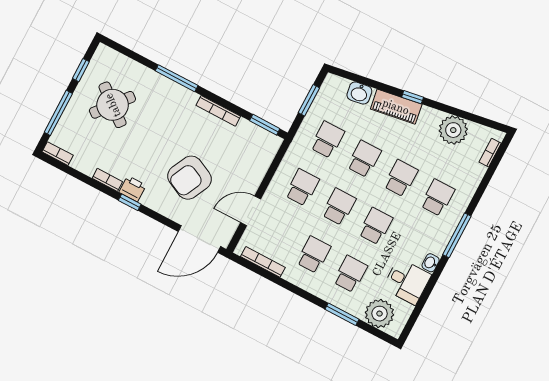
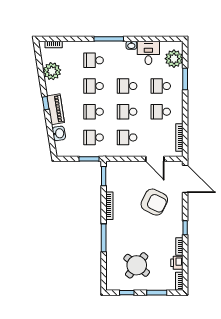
window: (309, 100) -> (89, 159), moved
window: (58, 113) -> (157, 293), width x0.69
printer: (132, 189) -> (177, 263), moved

